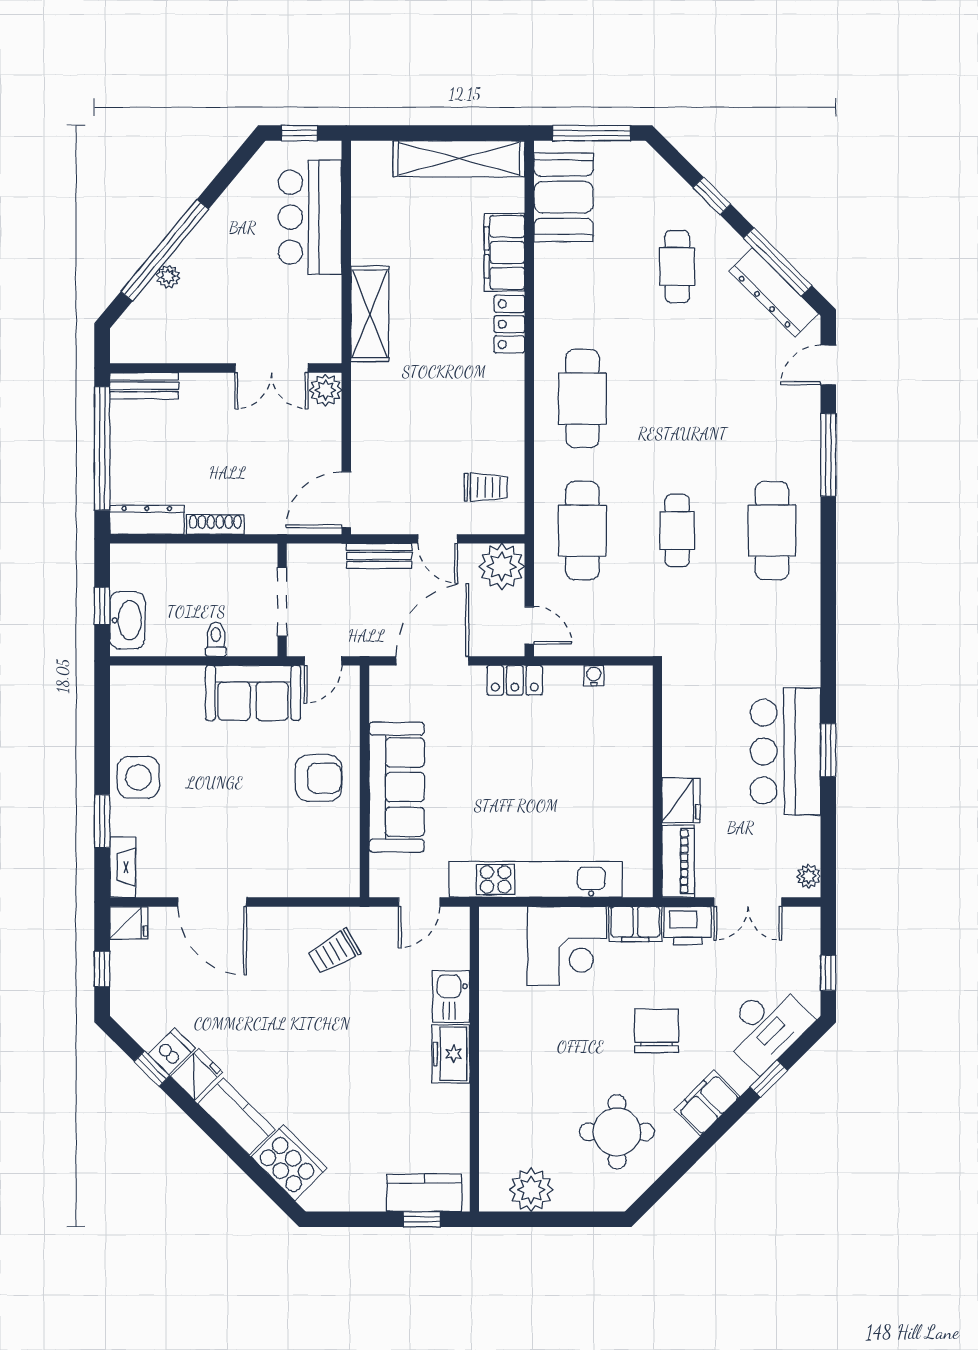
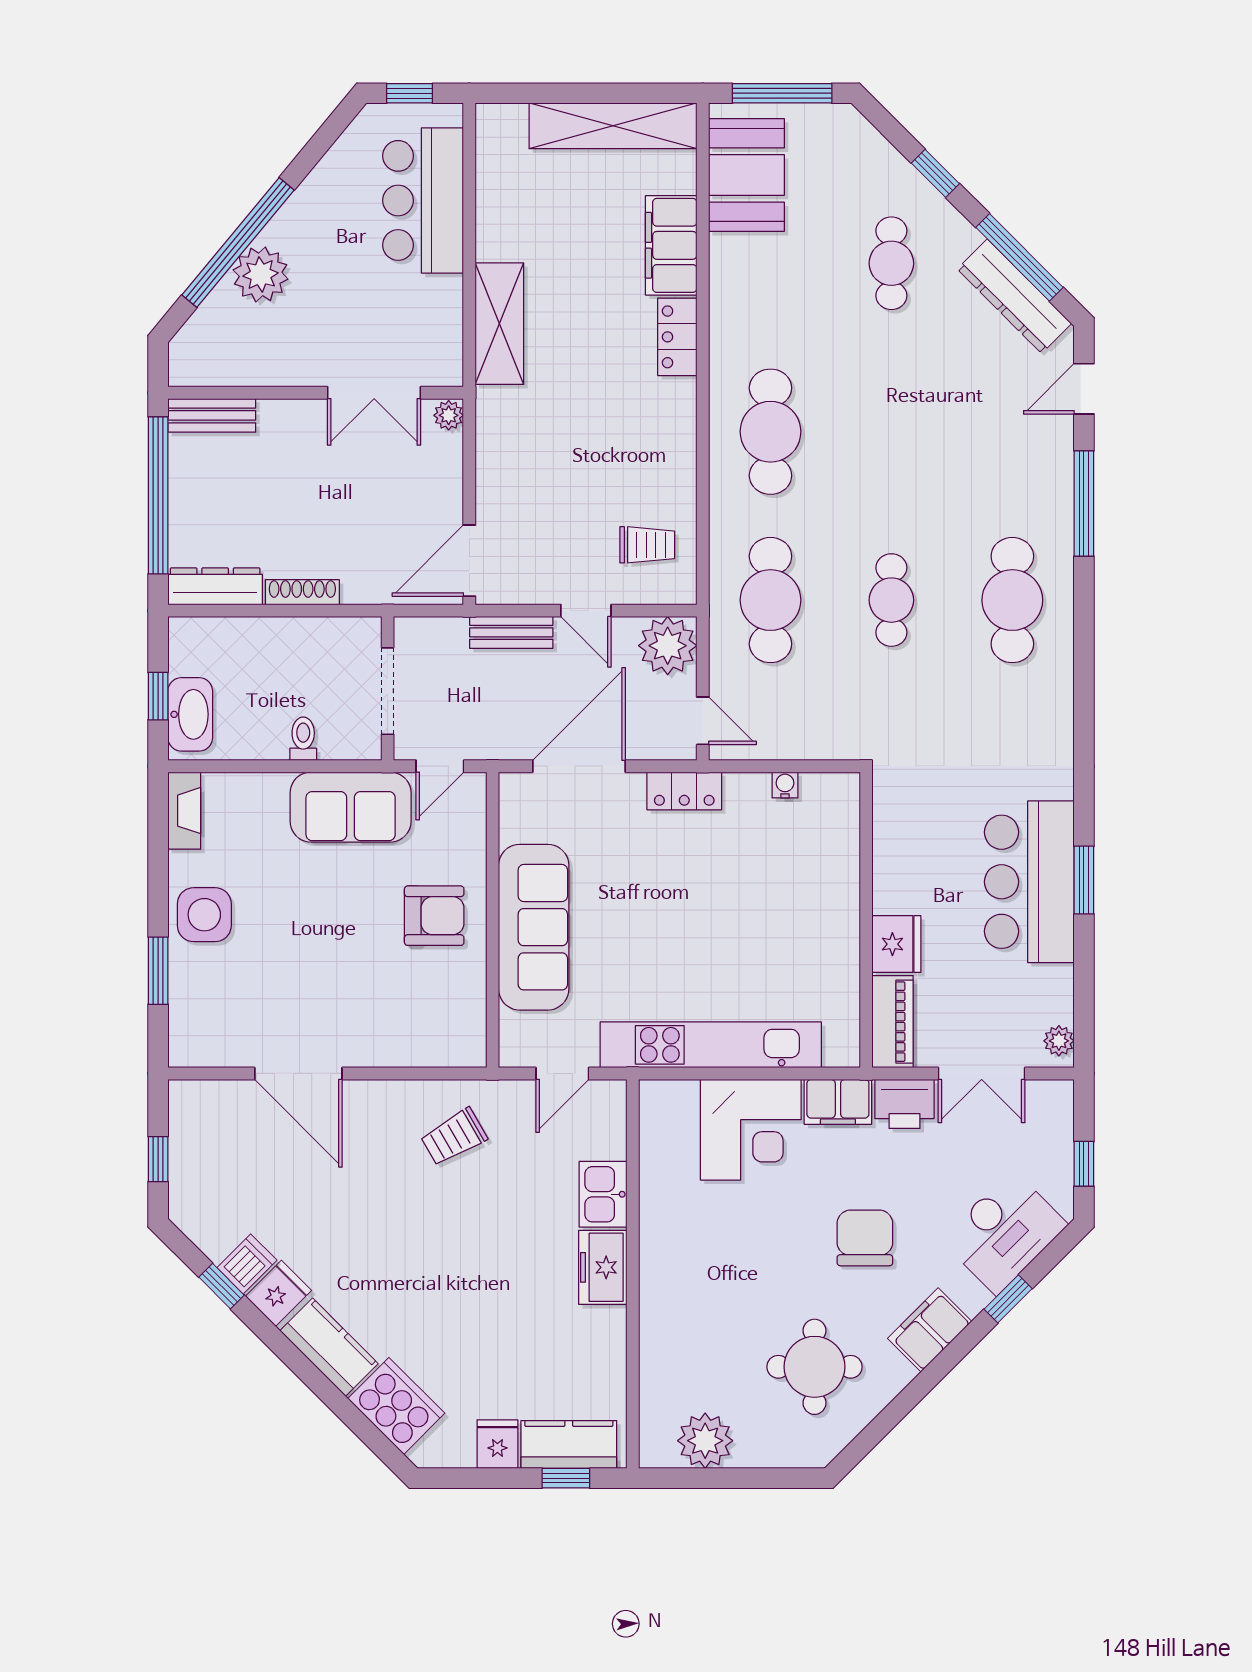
plant: (168, 277) -> (261, 274), width x1.87, depth x1.87
plant: (326, 390) -> (449, 415), width x0.73, depth x0.73
fireplace: (123, 867) -> (184, 811), moved
fridge: (129, 923) -> (497, 1444), moved, turned -90

